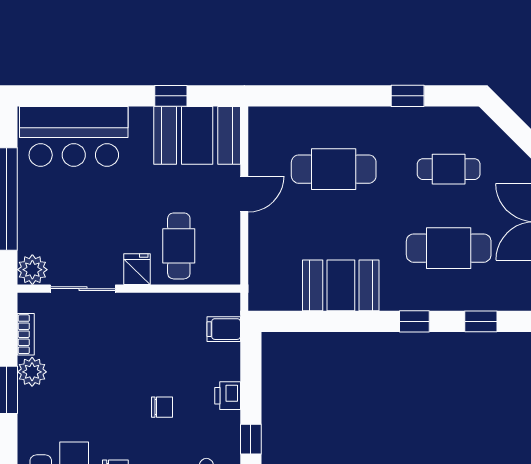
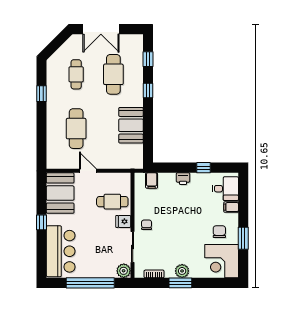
window: (171, 96) -> (42, 222), moved
plant: (32, 372) -> (182, 271), moved
chair: (162, 407) -> (147, 225), moved

